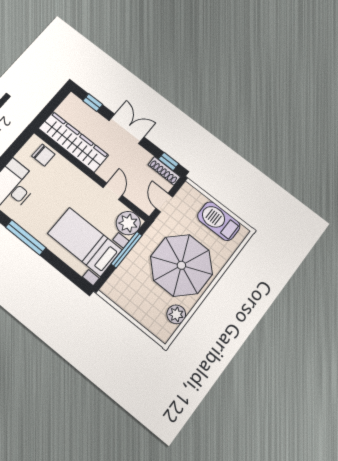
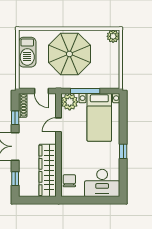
window: (169, 161) -> (15, 118), moved
door: (164, 203) -> (41, 91), hinge flipped
window: (26, 237) -> (123, 151), width x0.46
plant: (176, 314) -> (113, 36), moved

